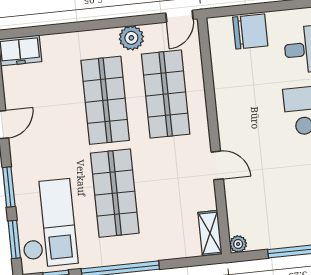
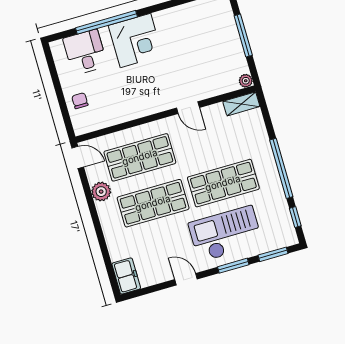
chair: (250, 31) -> (80, 101), width x0.54, depth x0.54
door: (217, 165) -> (188, 108), swing flipped
checkout: (48, 223) -> (226, 234), moved

